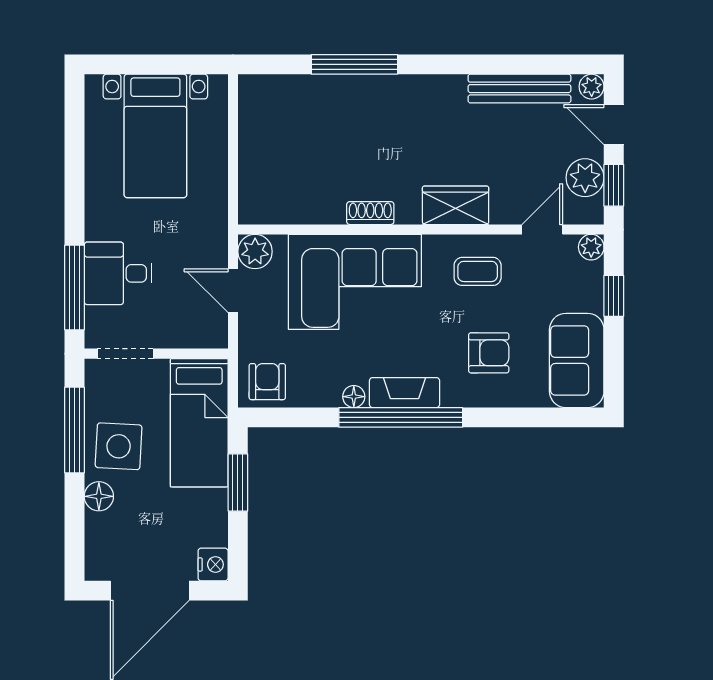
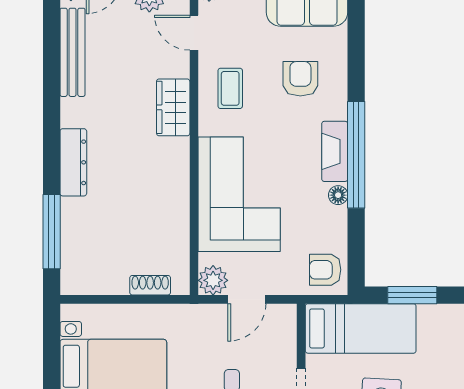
window: (354, 64) -> (52, 232), moved
dresser: (392, 90) -> (73, 162), added
shoe rack: (370, 213) -> (150, 285), moved, turned 90

